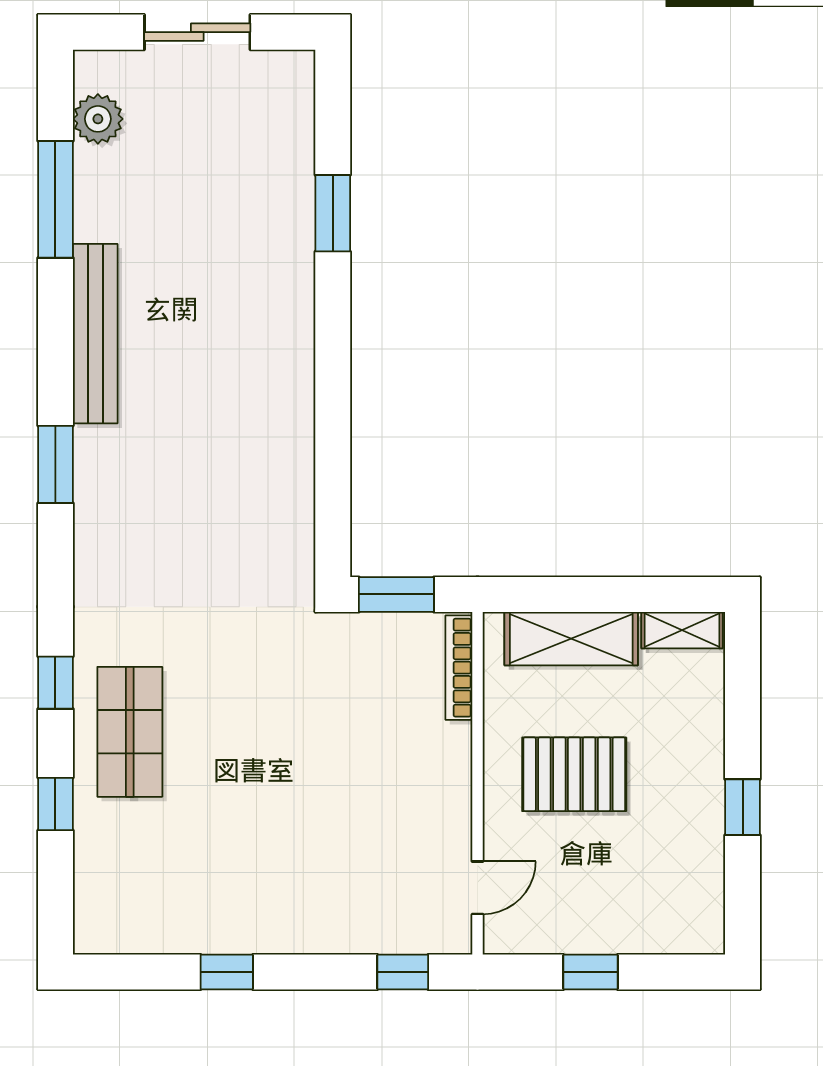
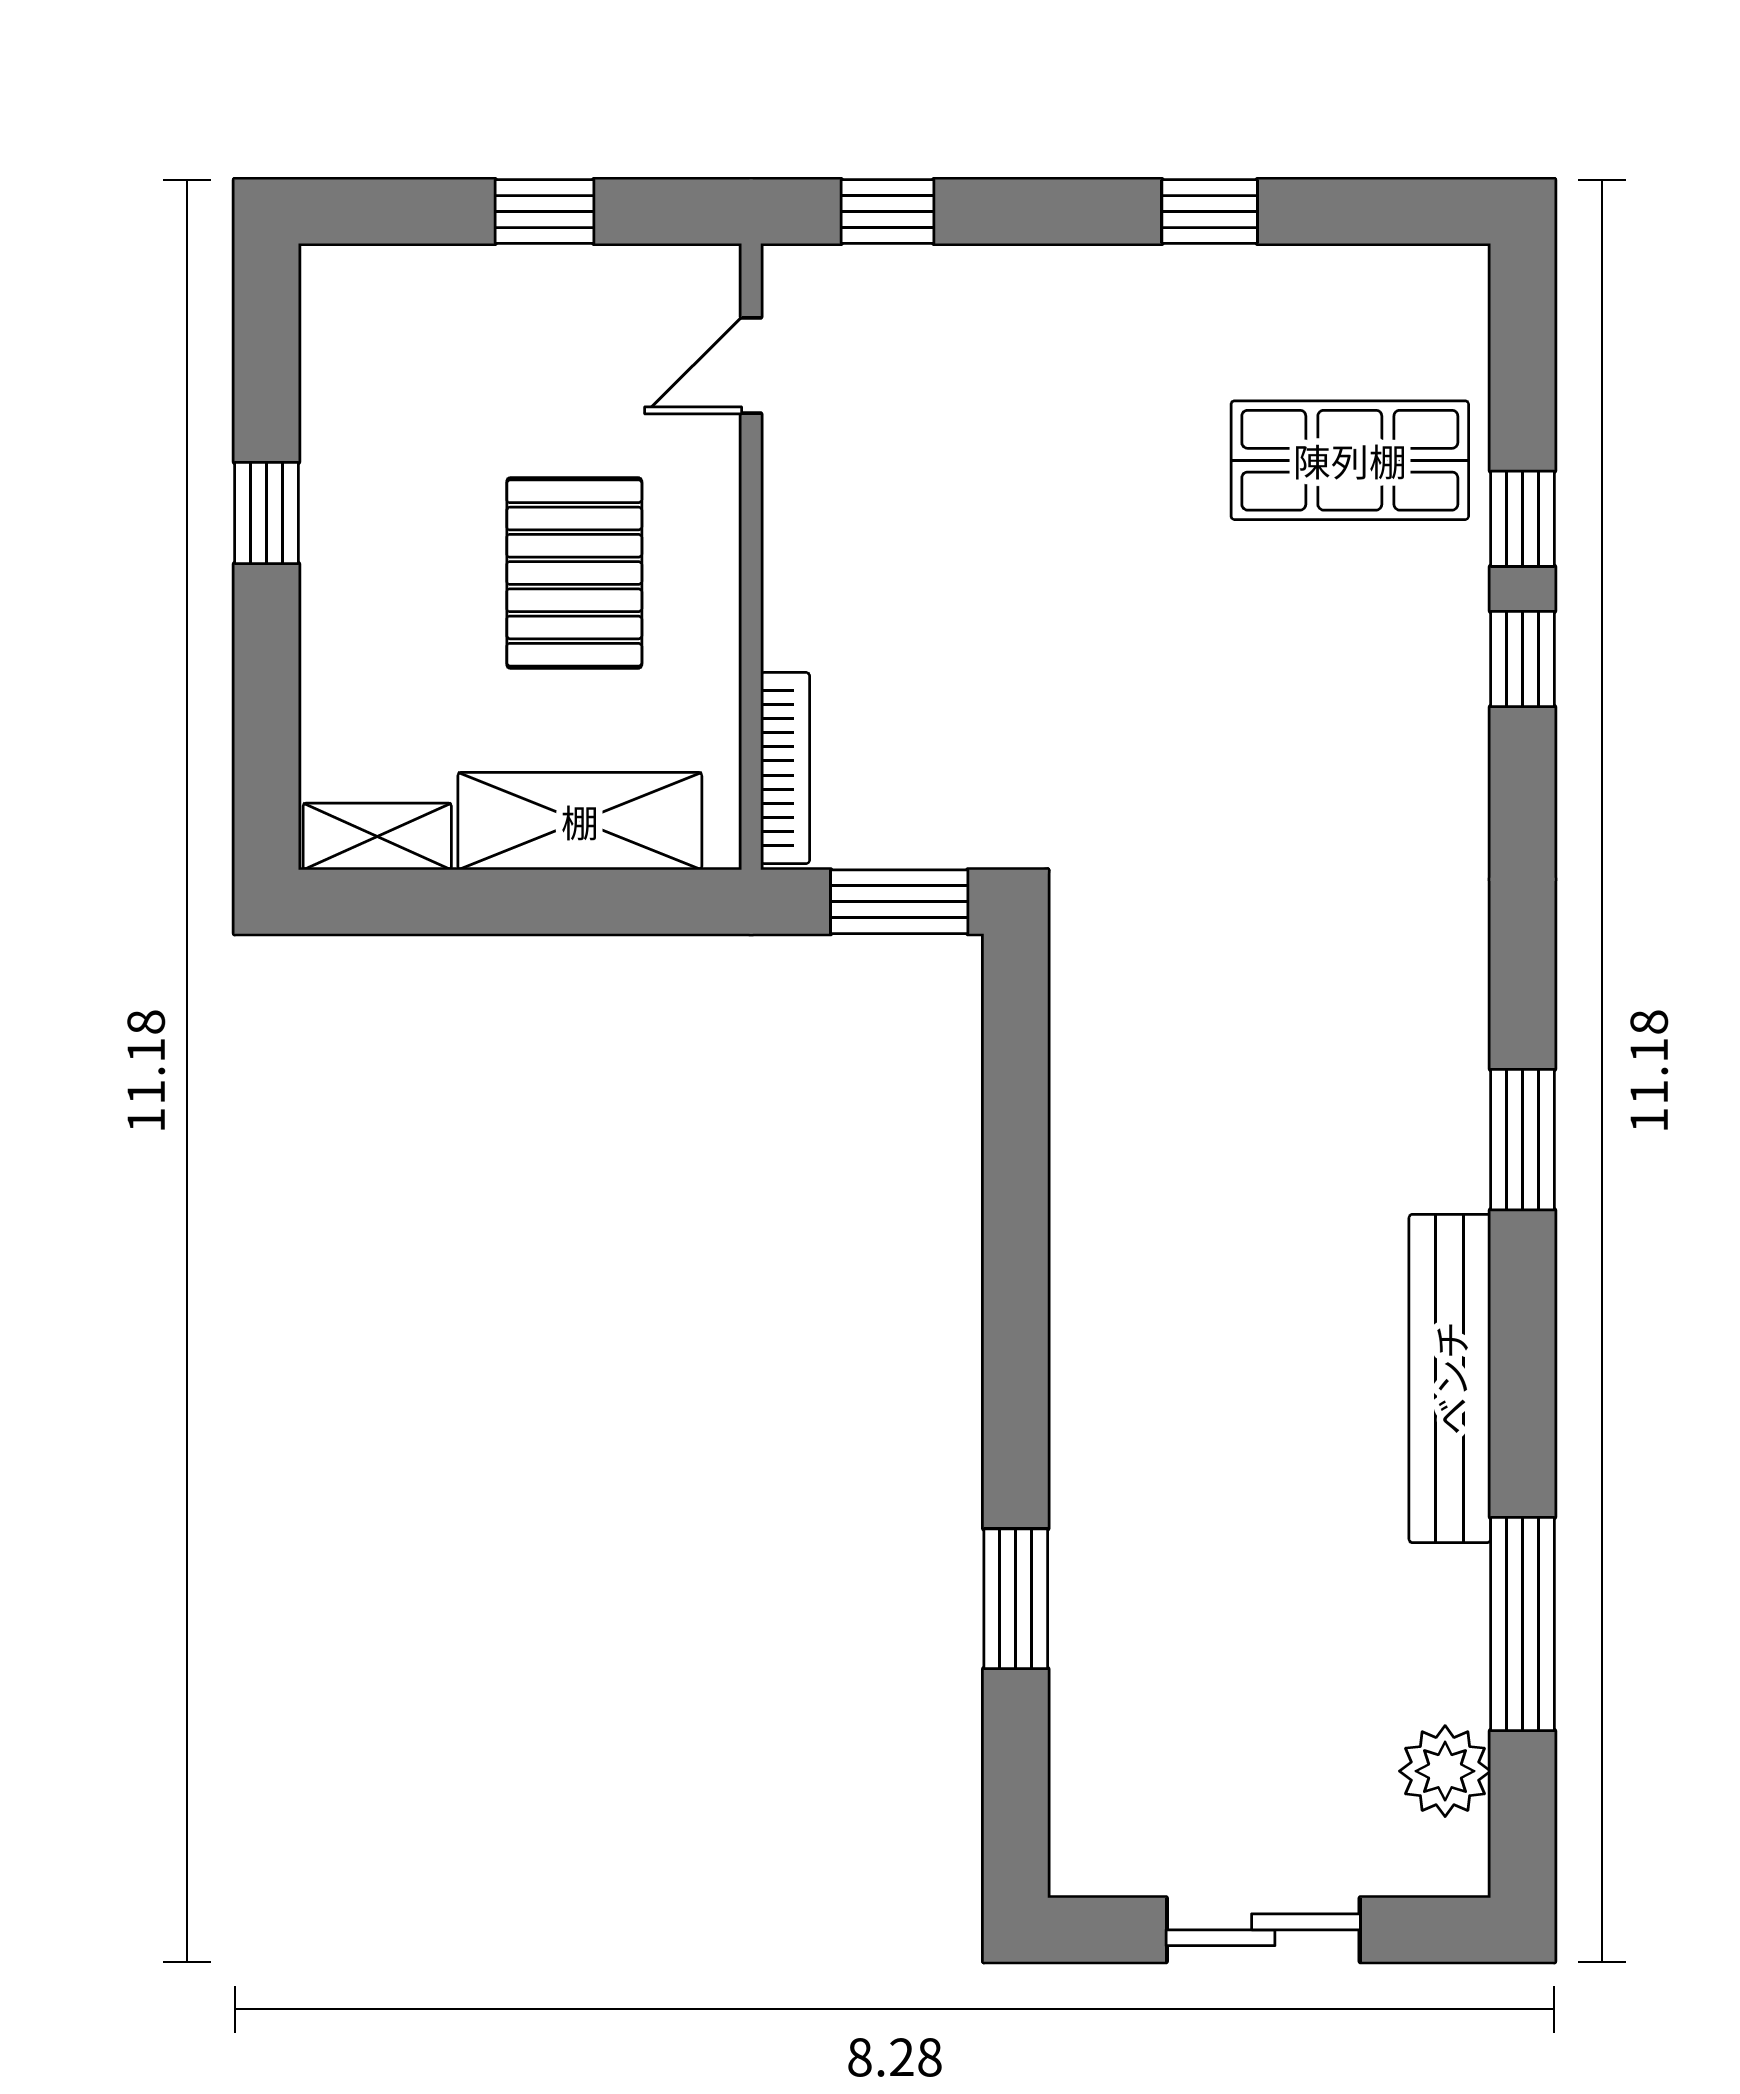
window: (55, 683) -> (1523, 659), moved
shop shelf: (130, 732) -> (1350, 460), moved, turned 90
pallet: (574, 774) -> (574, 573), turned 90

